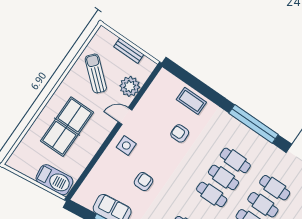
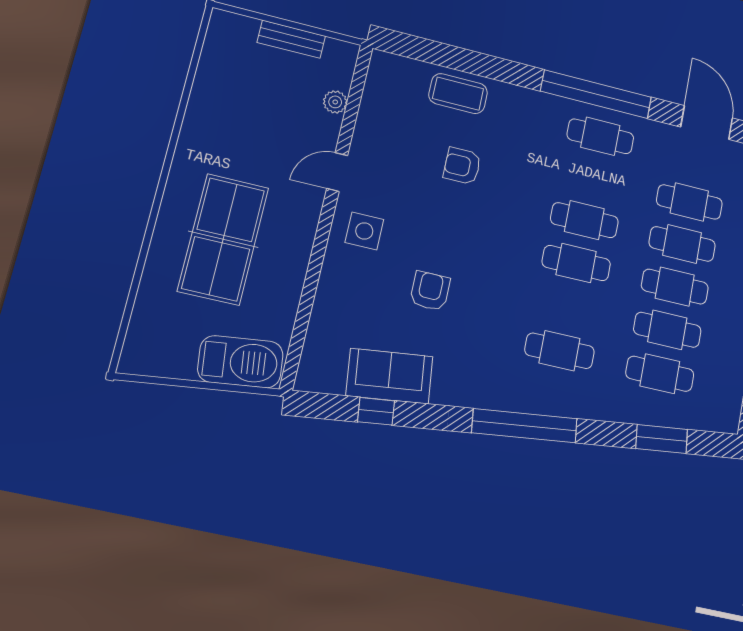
sun lounger: (96, 73) -> (241, 108), removed
plant: (130, 86) -> (335, 102), width x0.53, depth x0.53
cafe table: (235, 160) -> (600, 136), moved

